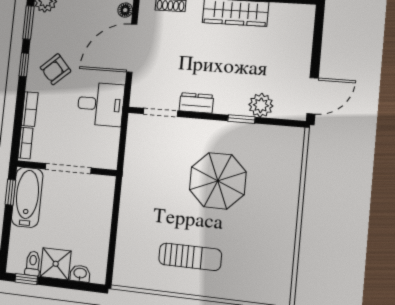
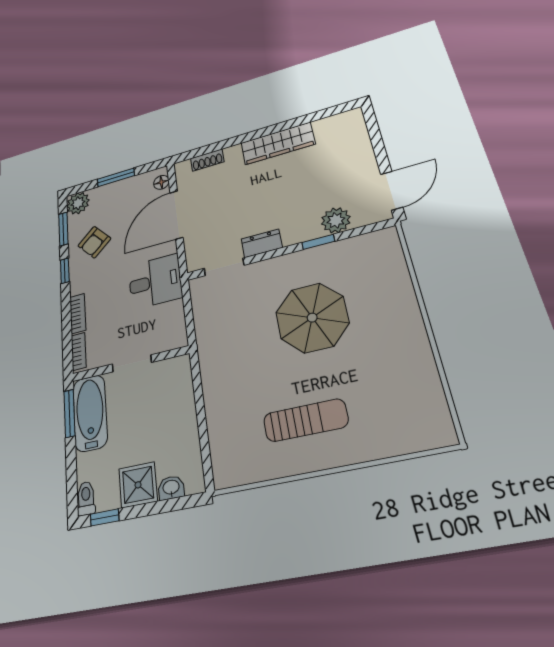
armchair: (55, 69) -> (94, 242), moved
doorway: (68, 168) -> (132, 363), width x0.73
window: (10, 192) -> (69, 413), width x1.50
toilet: (33, 264) -> (86, 498), moved

